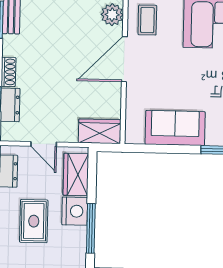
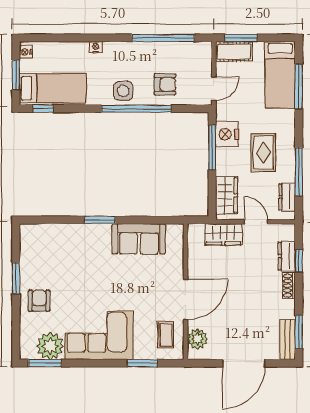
wardrobe: (100, 131) -> (223, 234), moved
nightstand: (75, 211) -> (227, 134), moved

